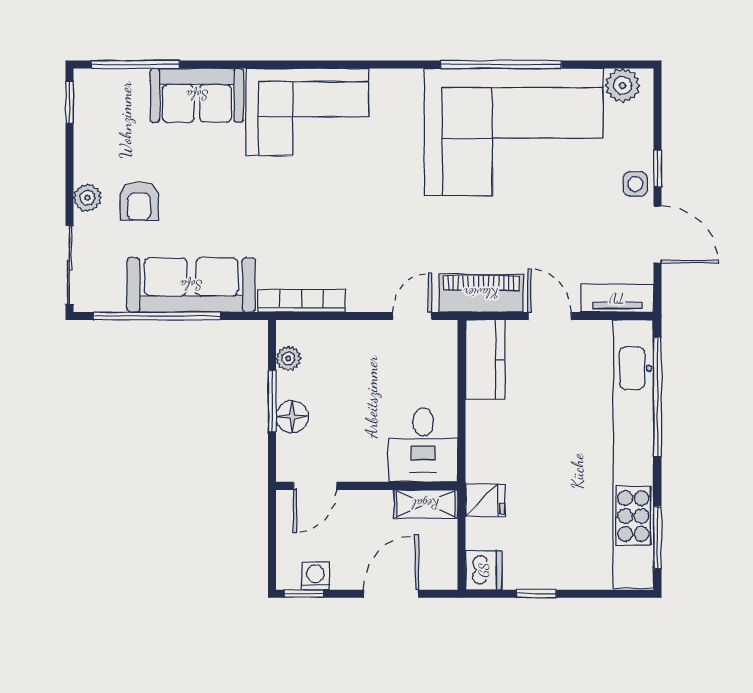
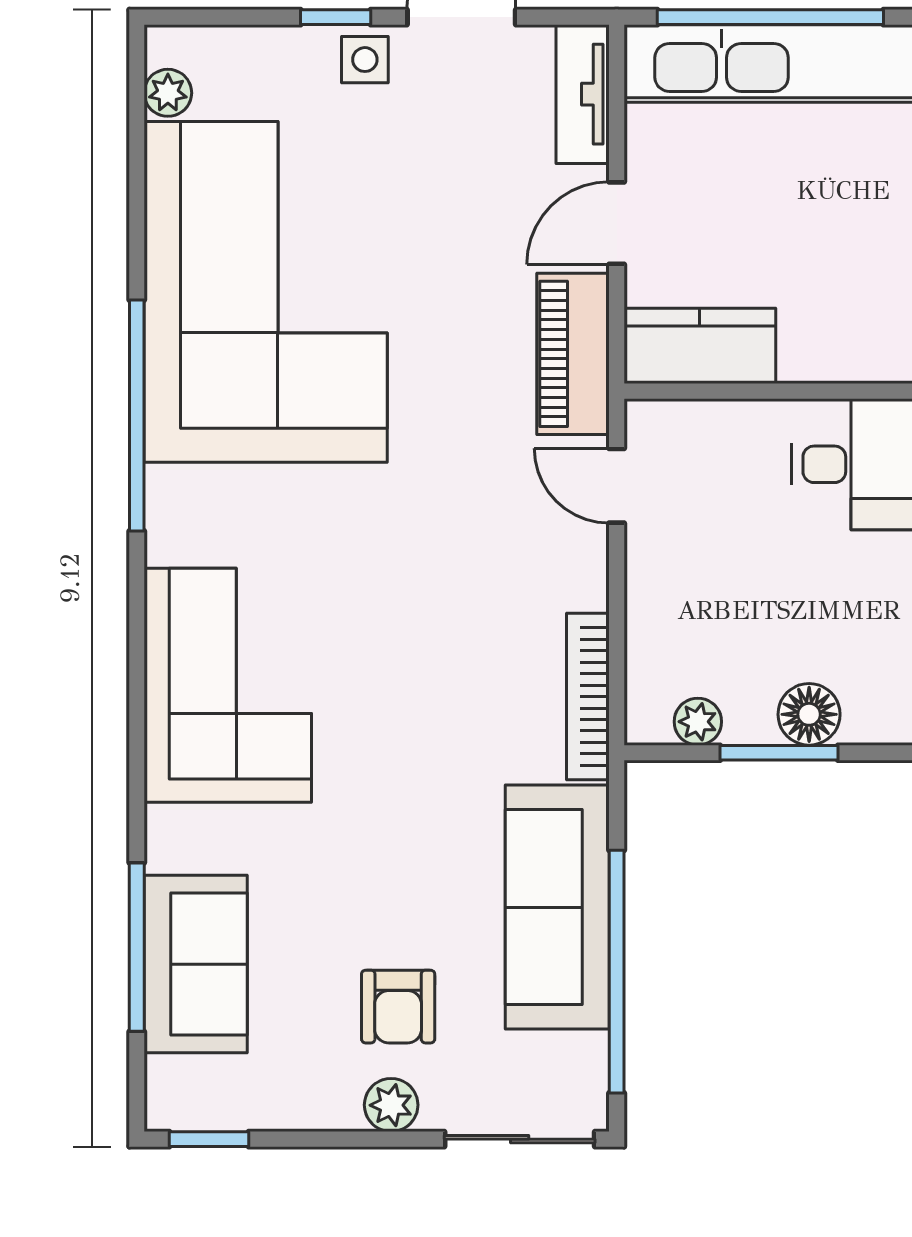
window: (136, 64) -> (137, 947), moved
window: (501, 64) -> (137, 416), moved
plant: (623, 85) -> (168, 93), width x0.73, depth x0.73
sofa: (197, 95) -> (196, 964), moved
armchair: (139, 201) -> (398, 1007), turned 90

